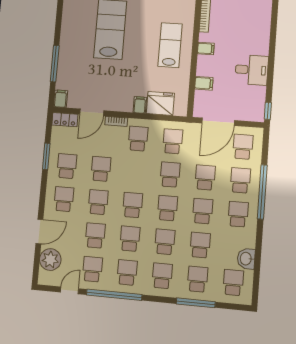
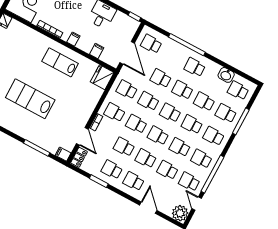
fridge: (160, 103) -> (102, 77), moved
filing cabinet: (140, 105) -> (92, 101), removed
school desk: (240, 180) -> (136, 124), moved
plant: (50, 260) -> (180, 213), moved

